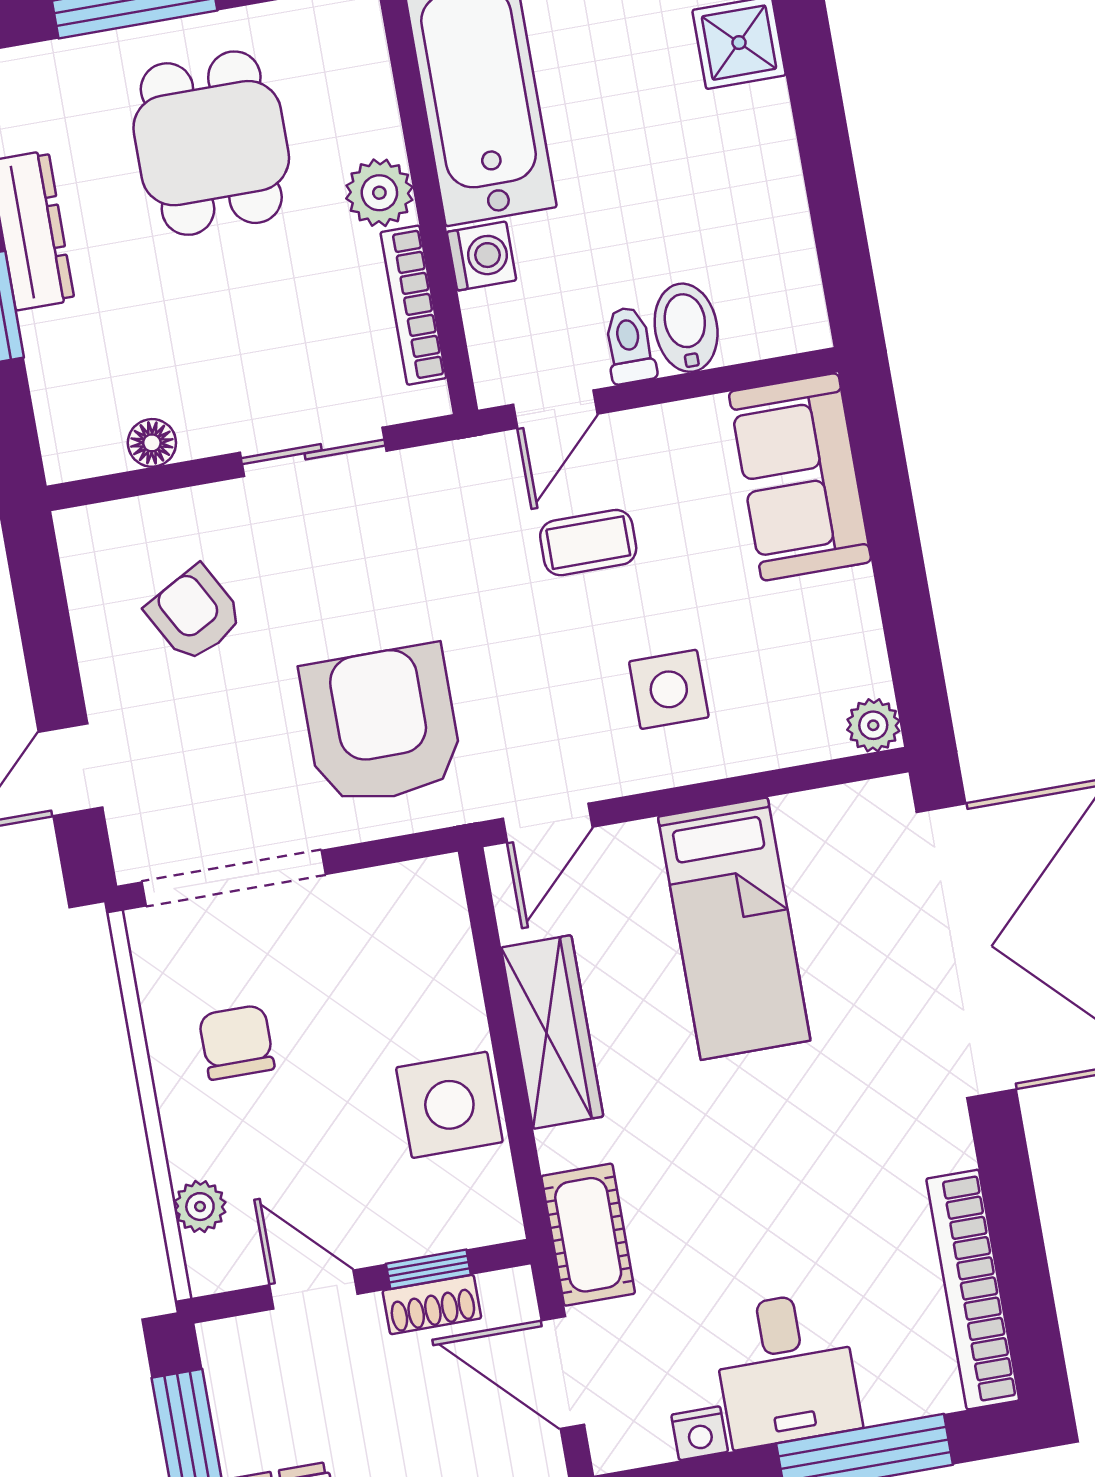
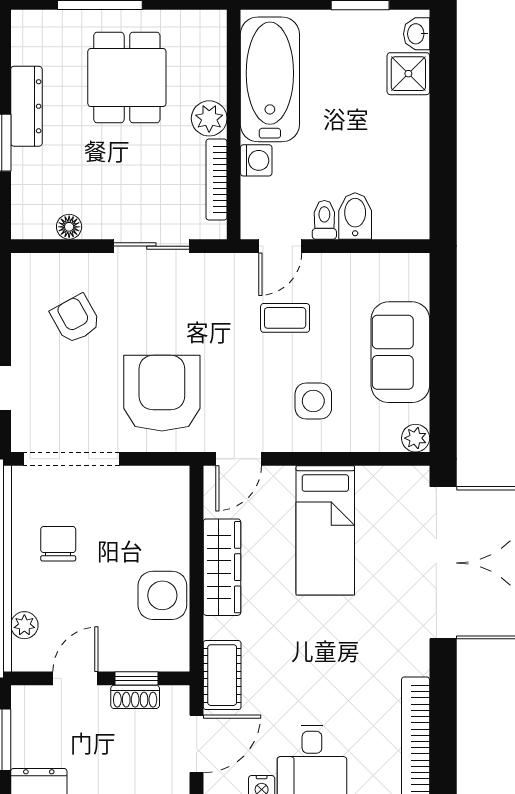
sofa: (800, 477) -> (400, 352), moved
door: (313, 1290) -> (75, 678), hinge flipped
door: (563, 1373) -> (197, 744), swing flipped

